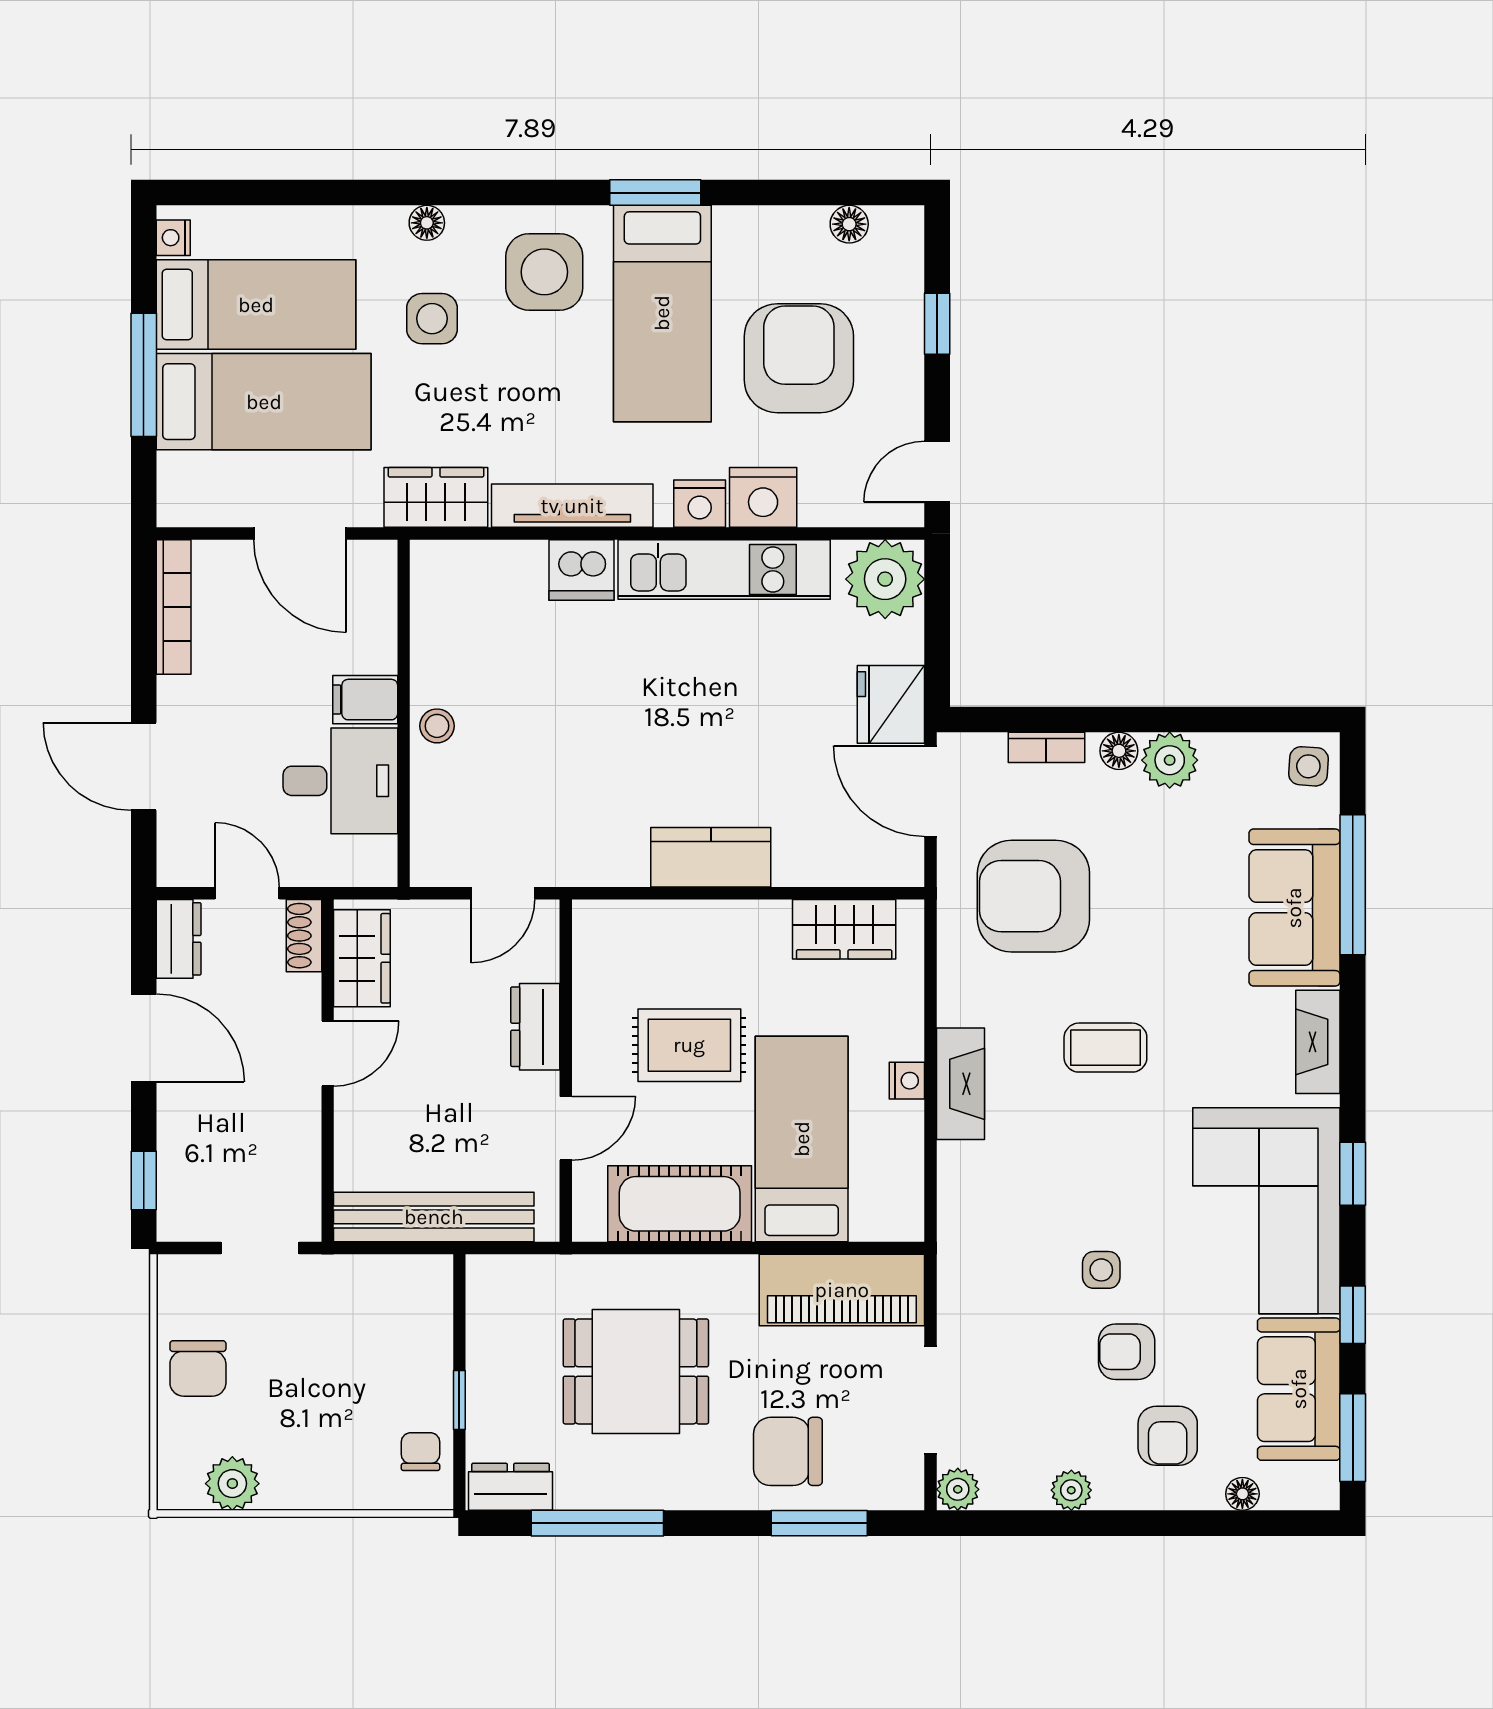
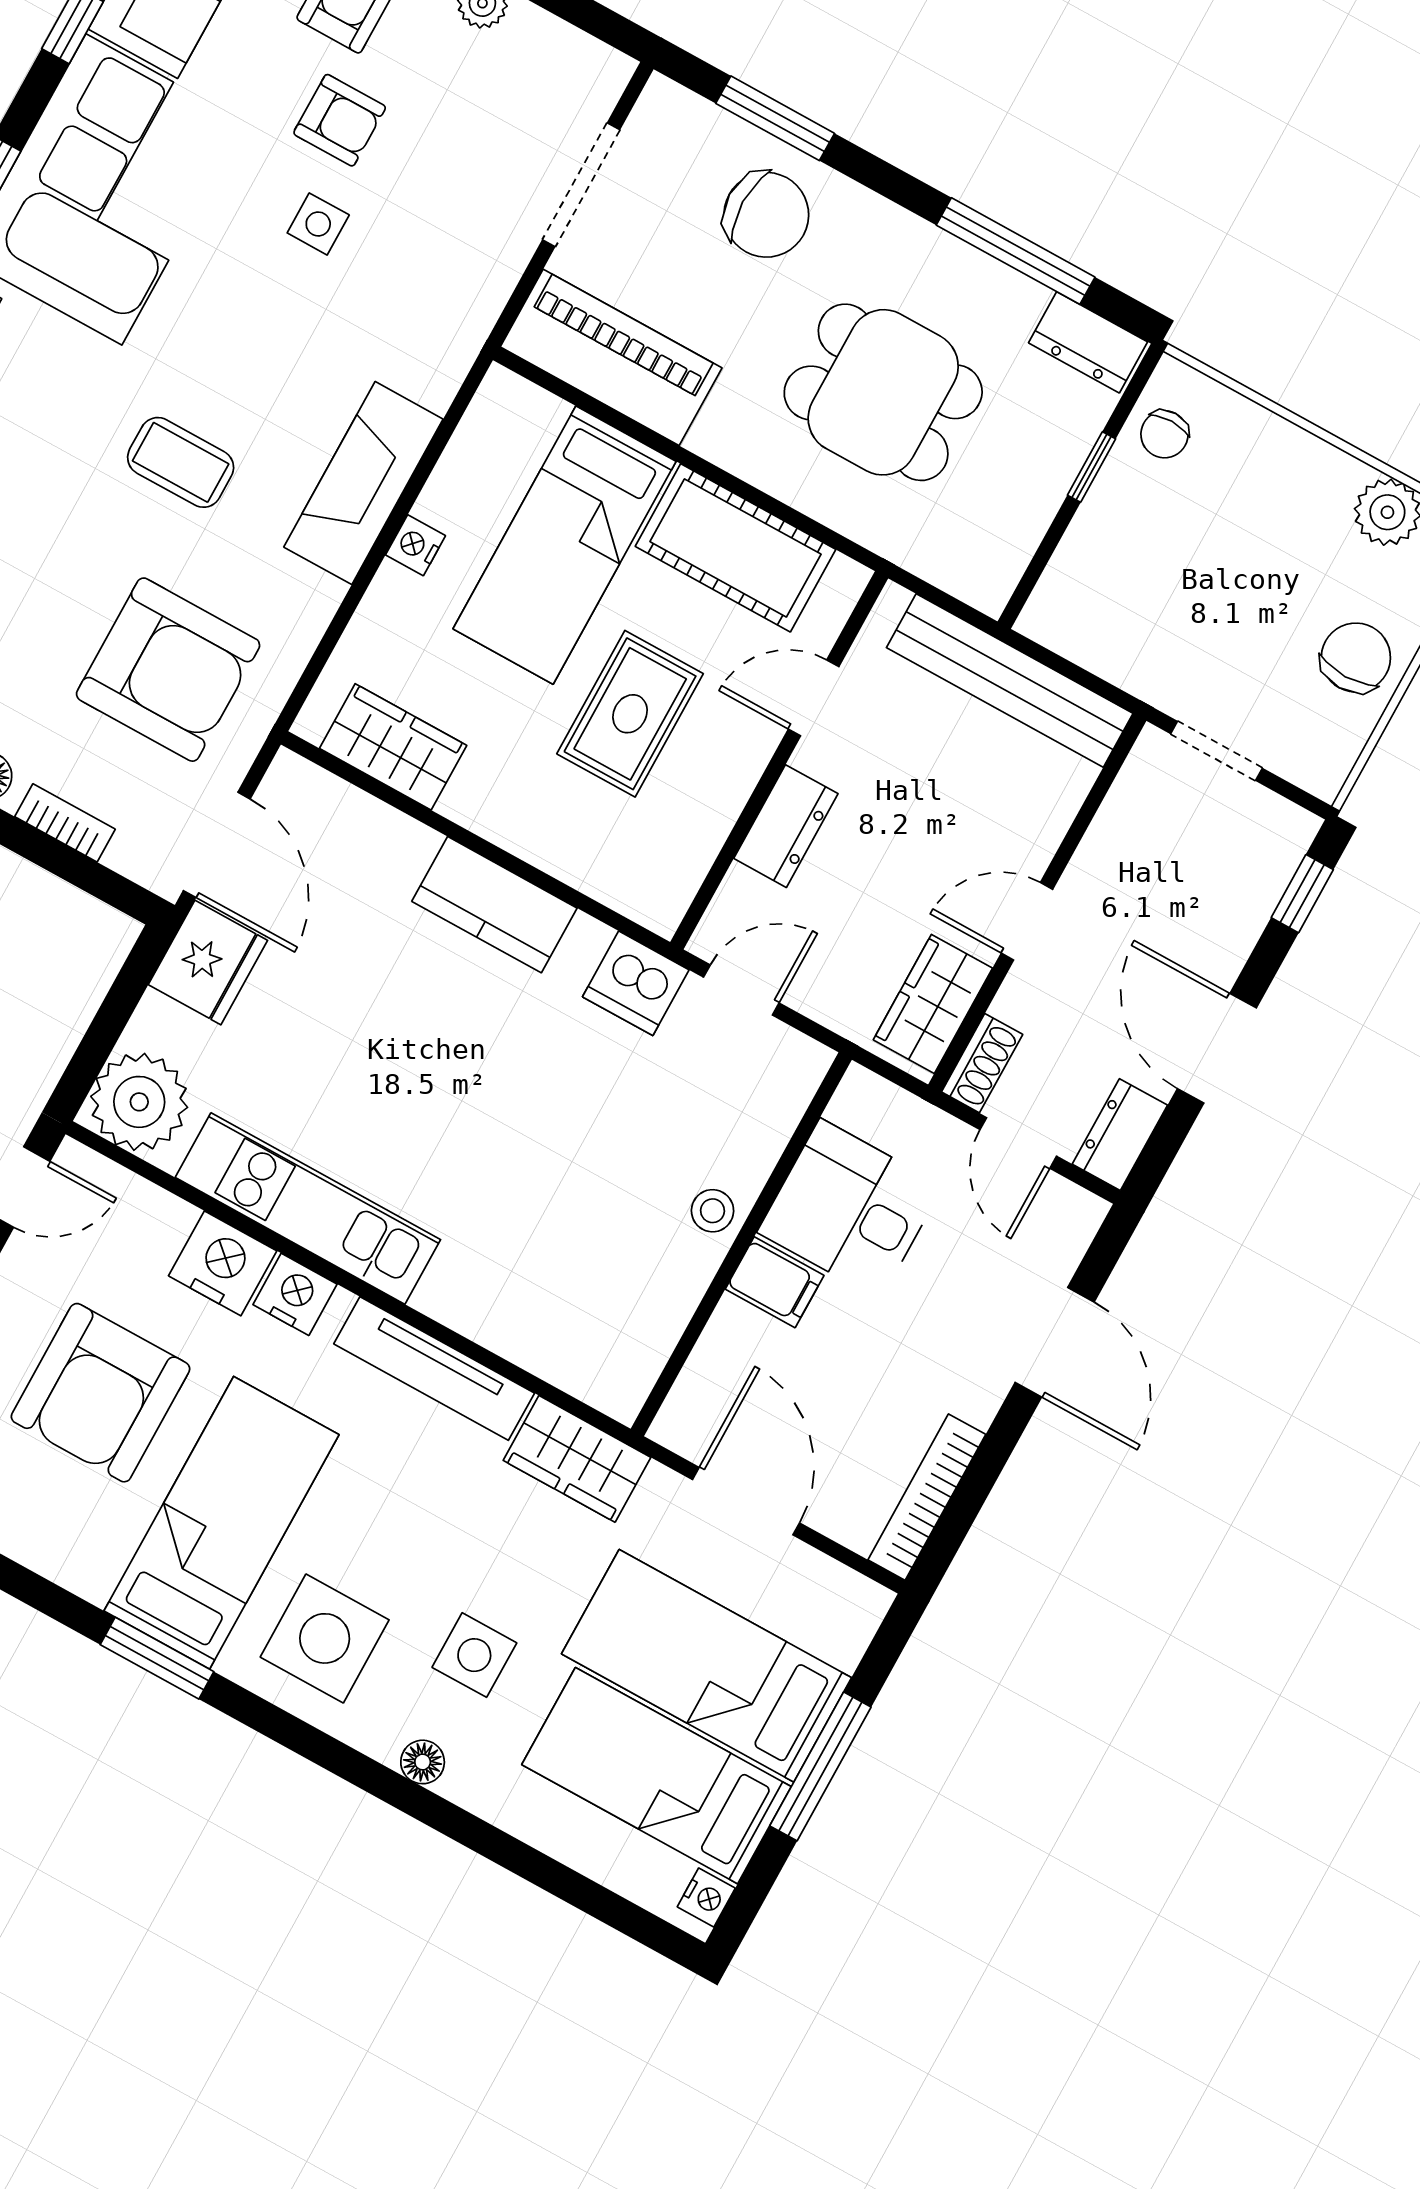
dishwasher: (581, 570) -> (636, 983), moved, turned 180
rug: (689, 1045) -> (630, 714), turned 90
fireplace: (960, 1084) -> (363, 483), width x1.37, depth x1.32
plant: (958, 1489) -> (605, 72), removed

